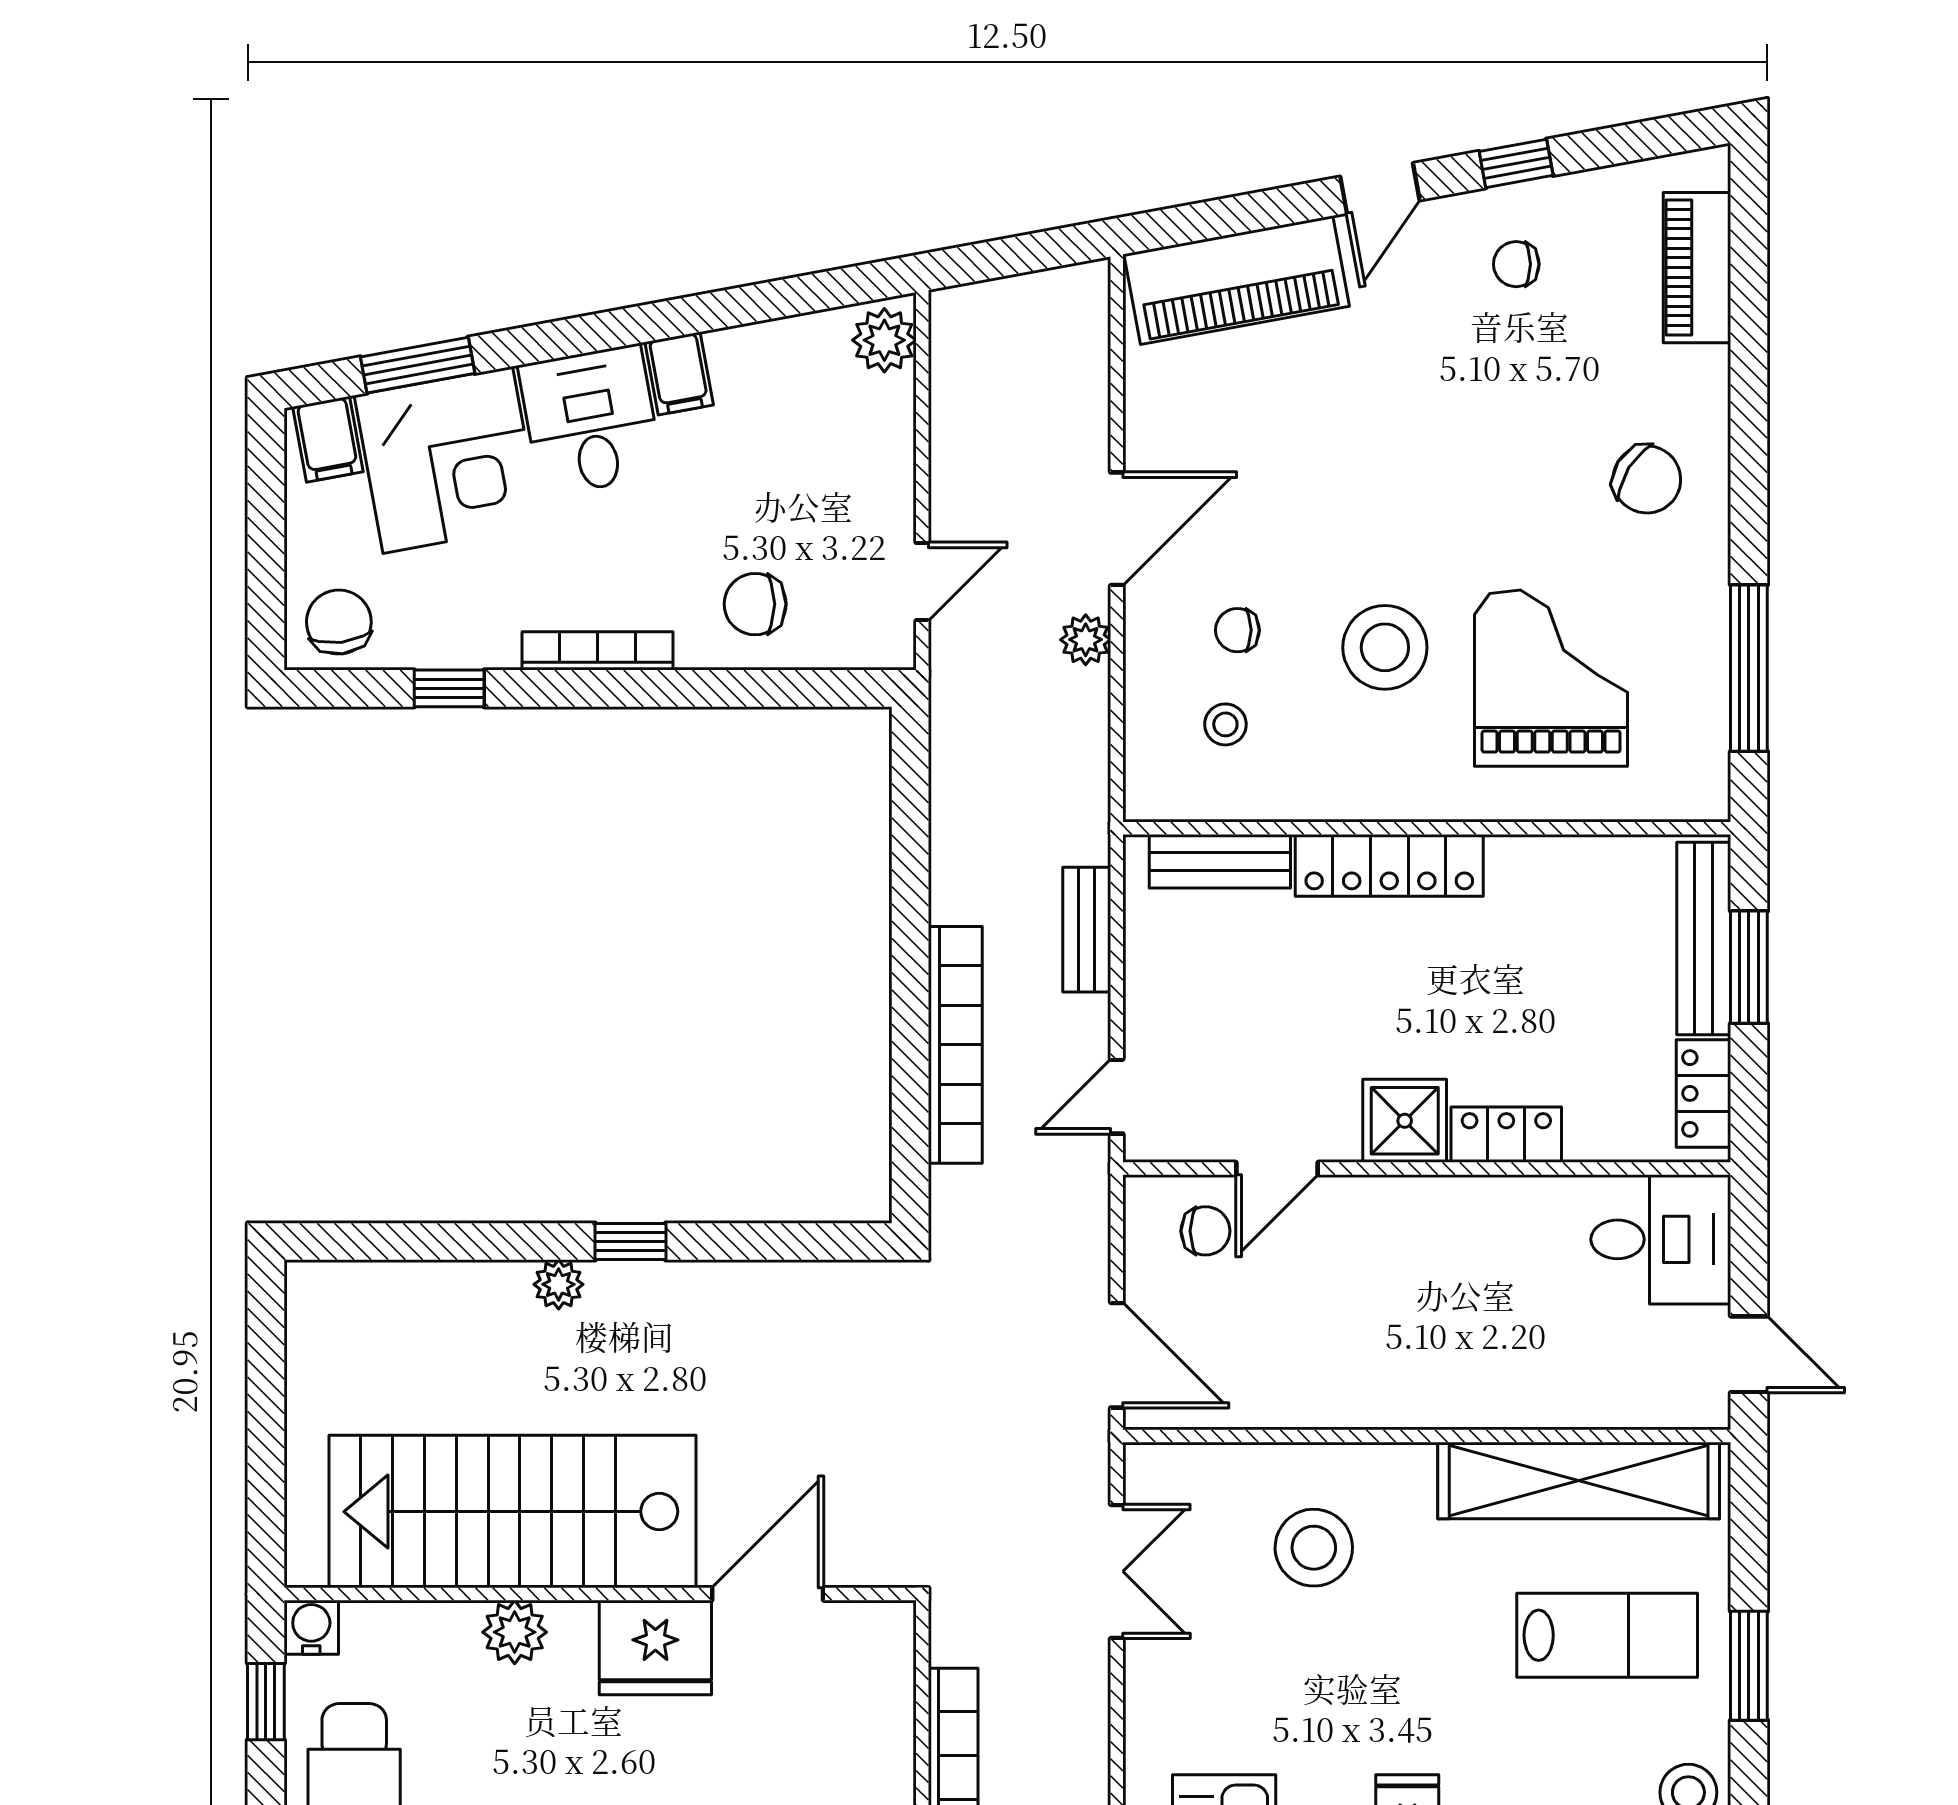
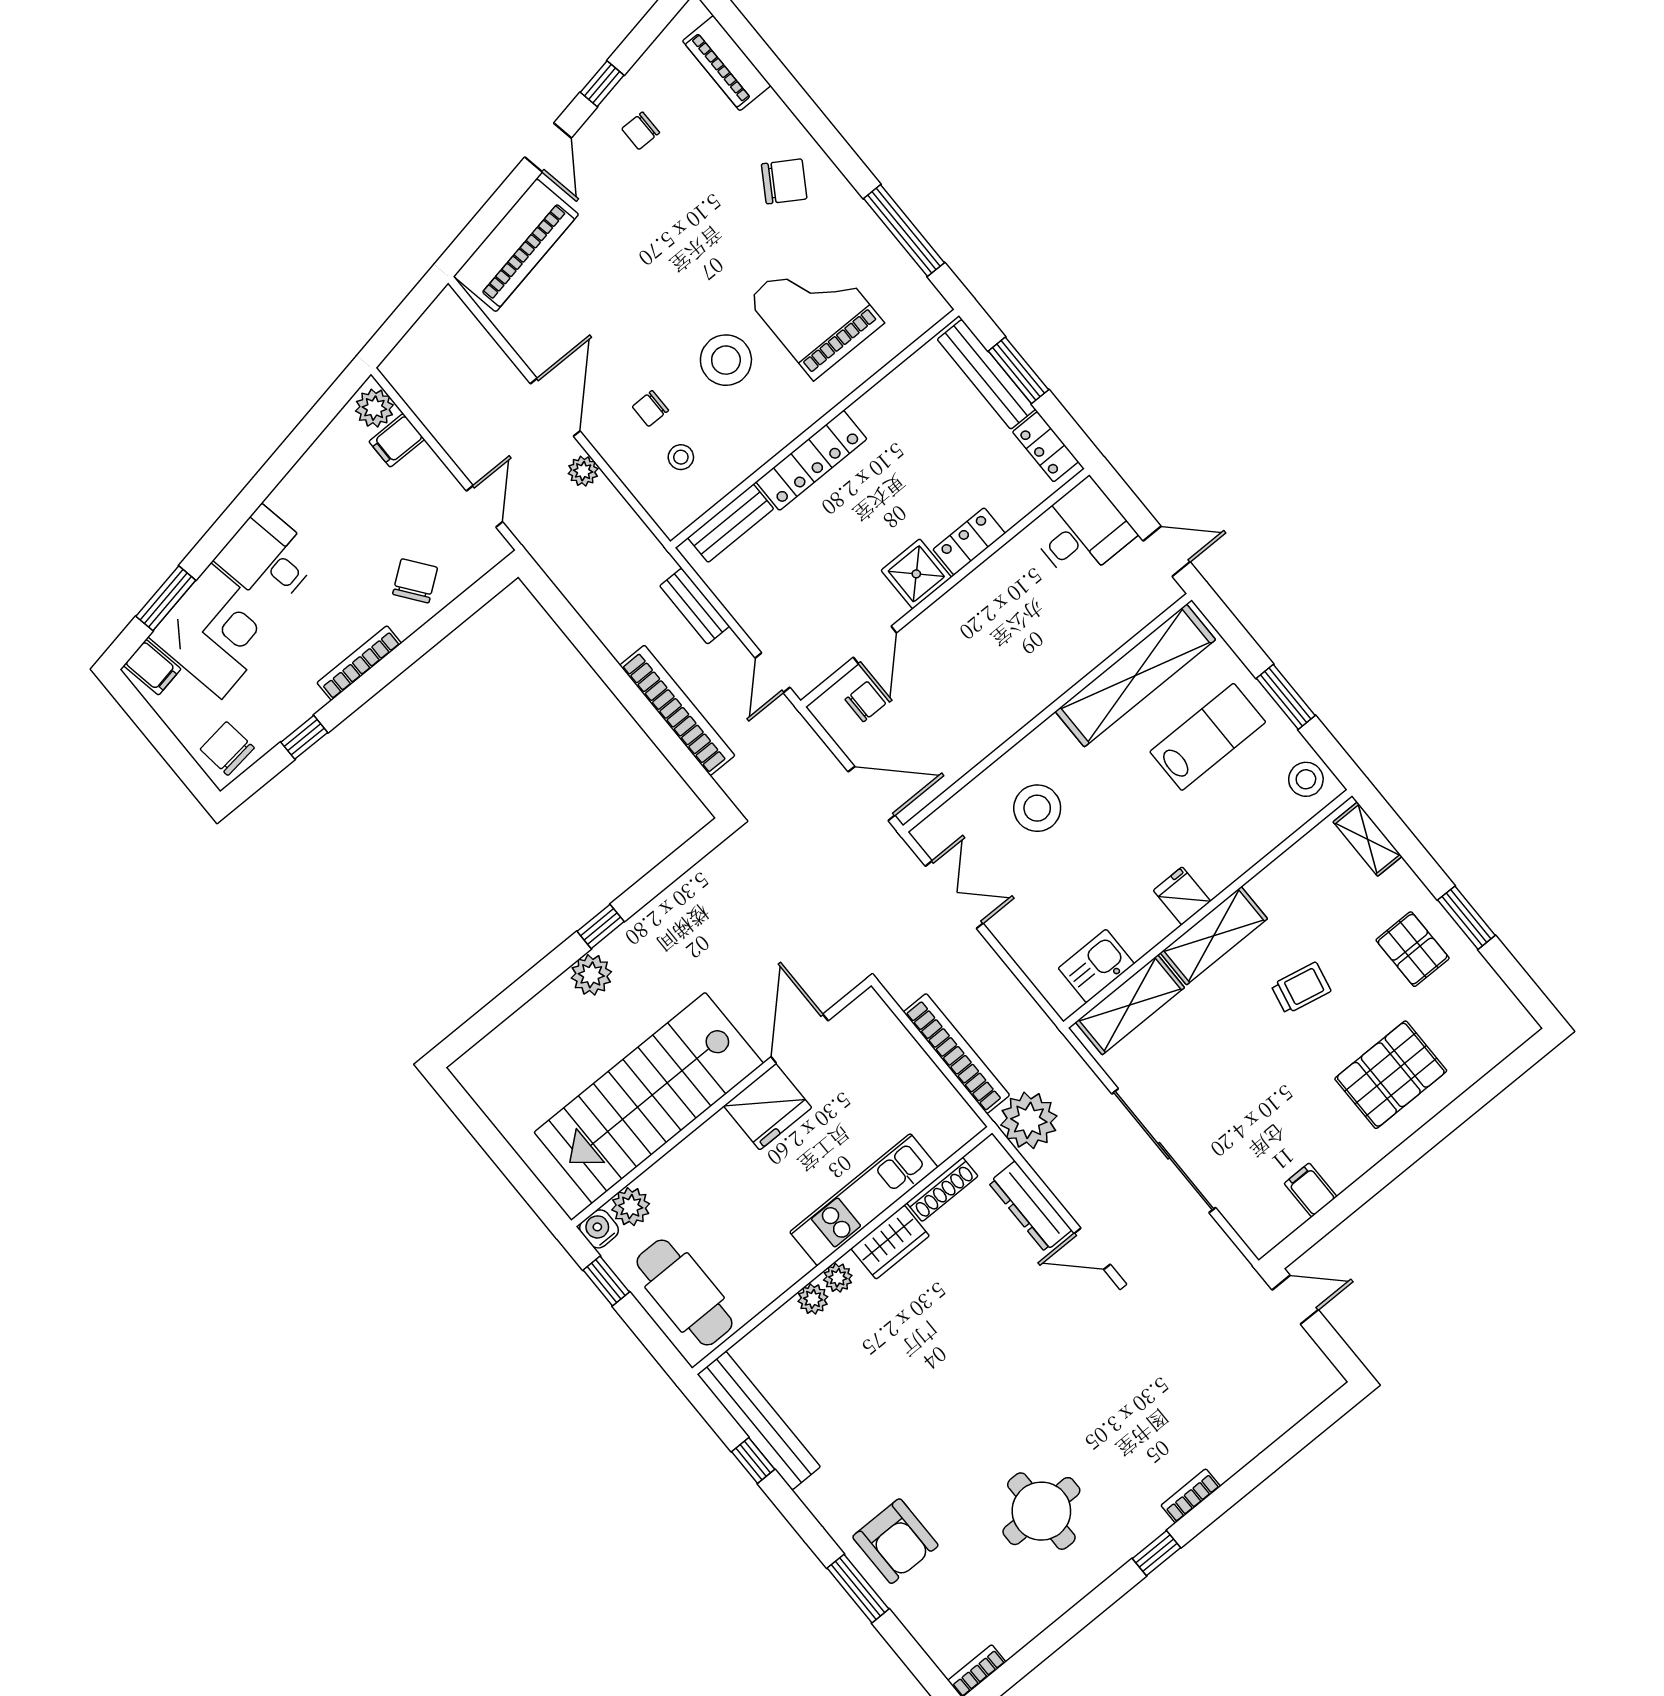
filing cabinet: (679, 374) -> (397, 440), moved, turned 100
chair: (755, 604) -> (415, 581), turned 143
plant: (559, 1284) -> (591, 975), width x1.38, depth x1.38
plant: (515, 1632) -> (631, 1207), moved

